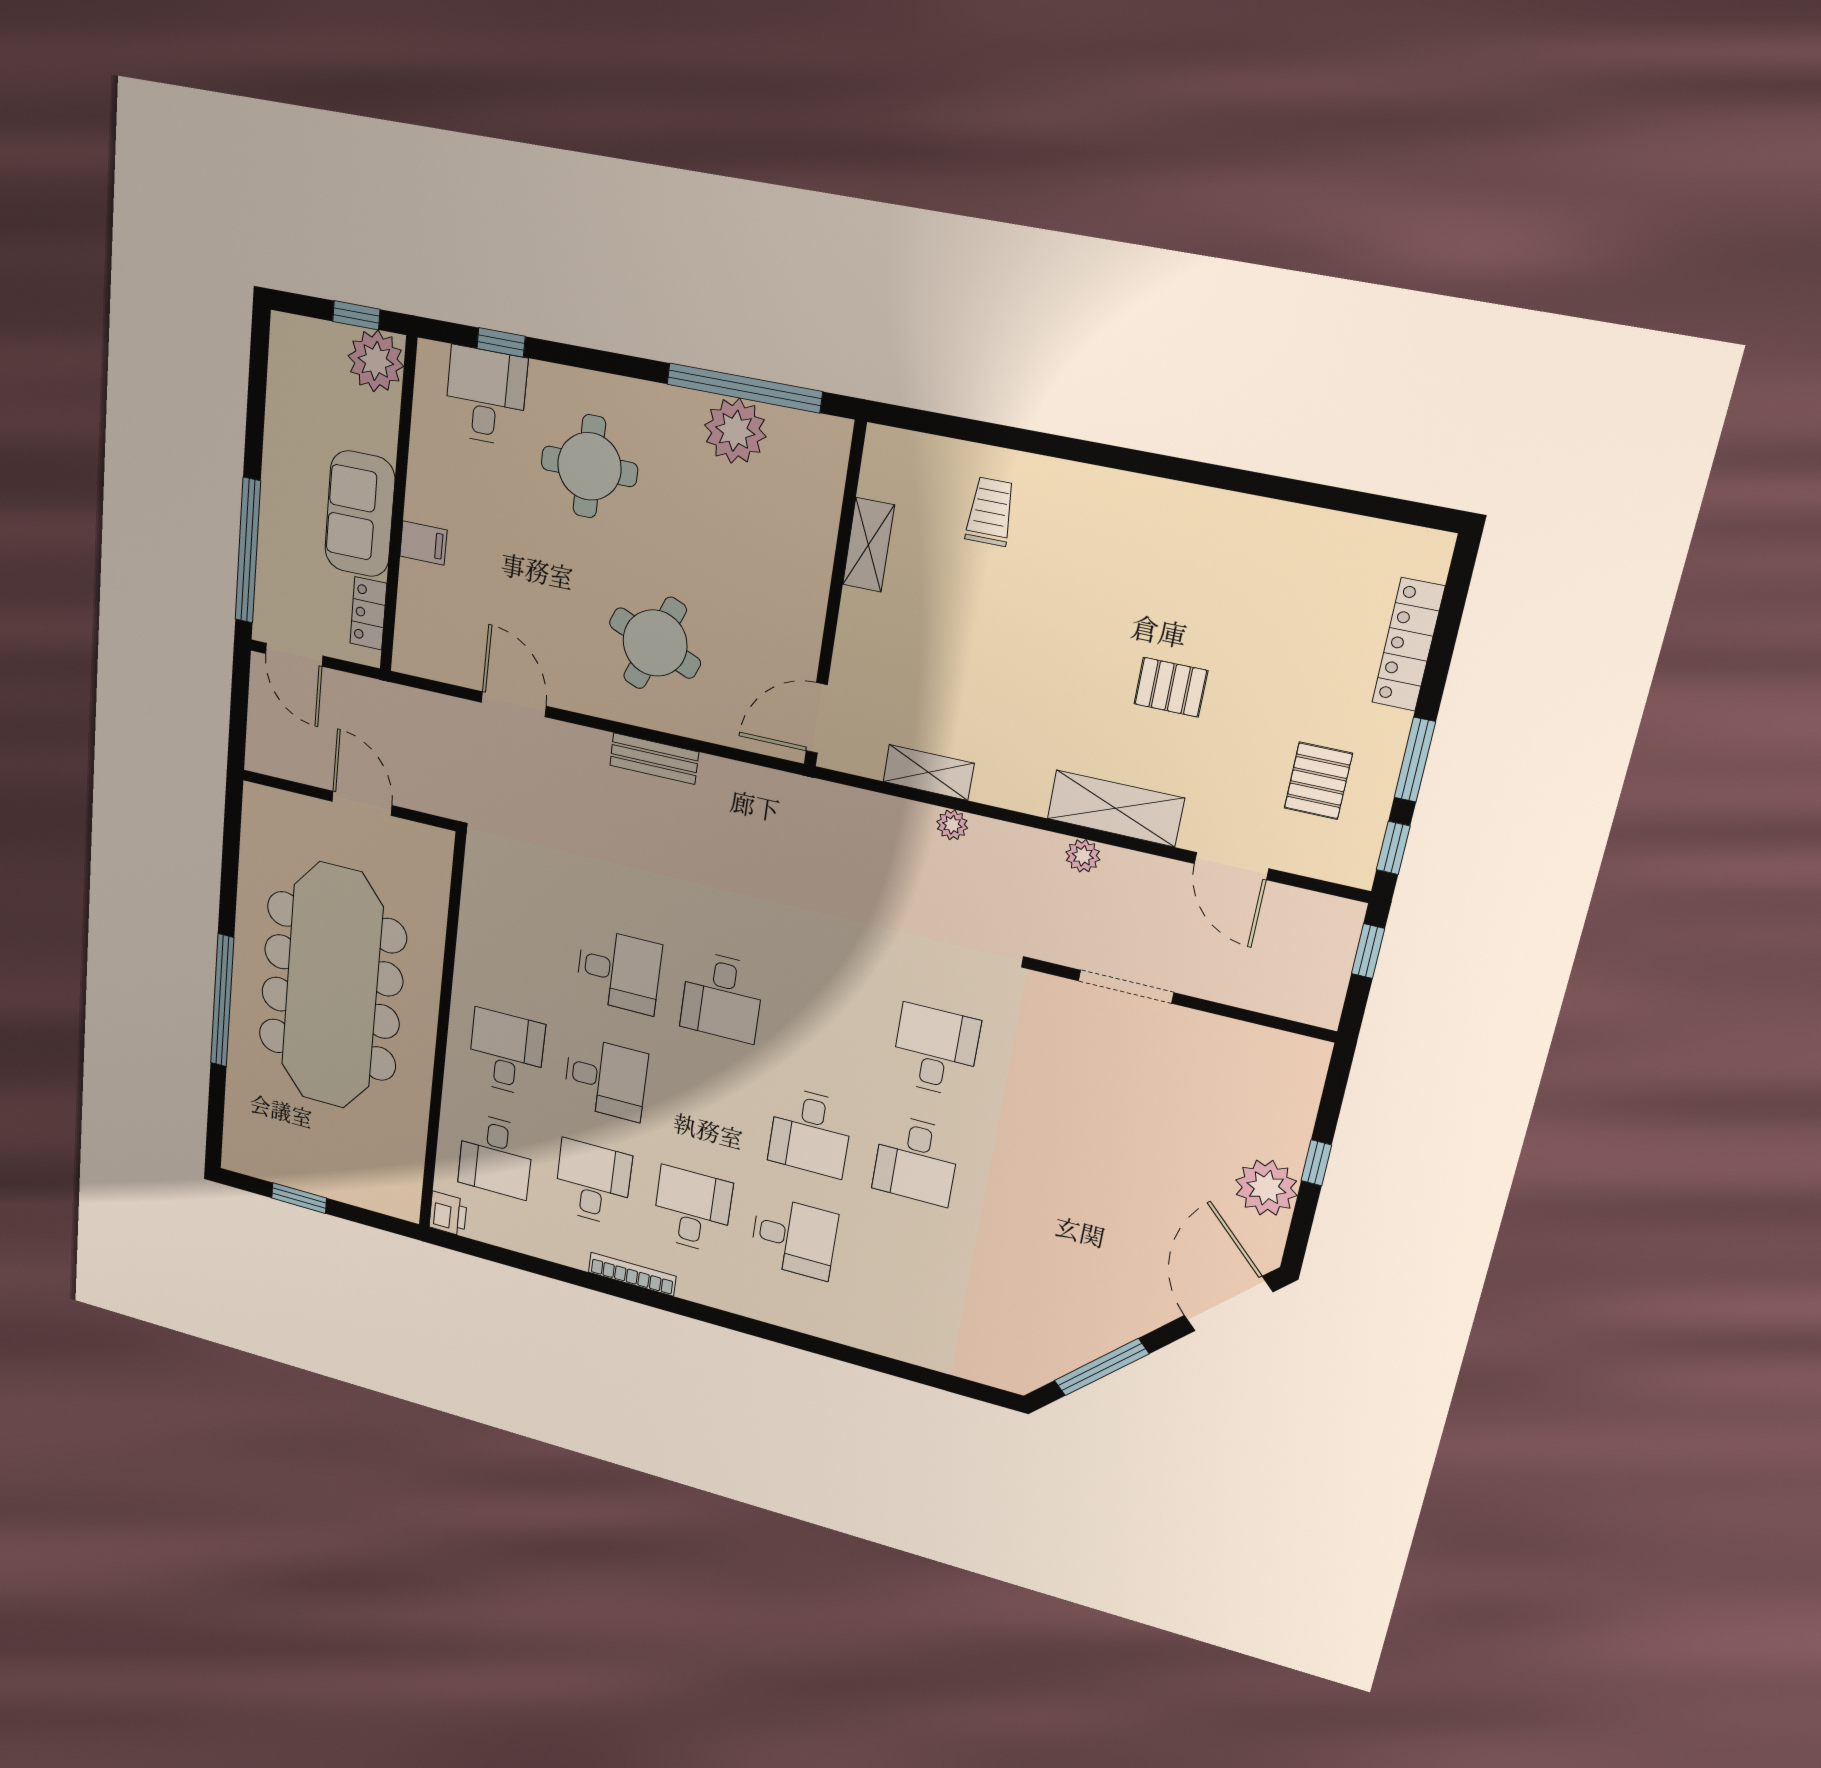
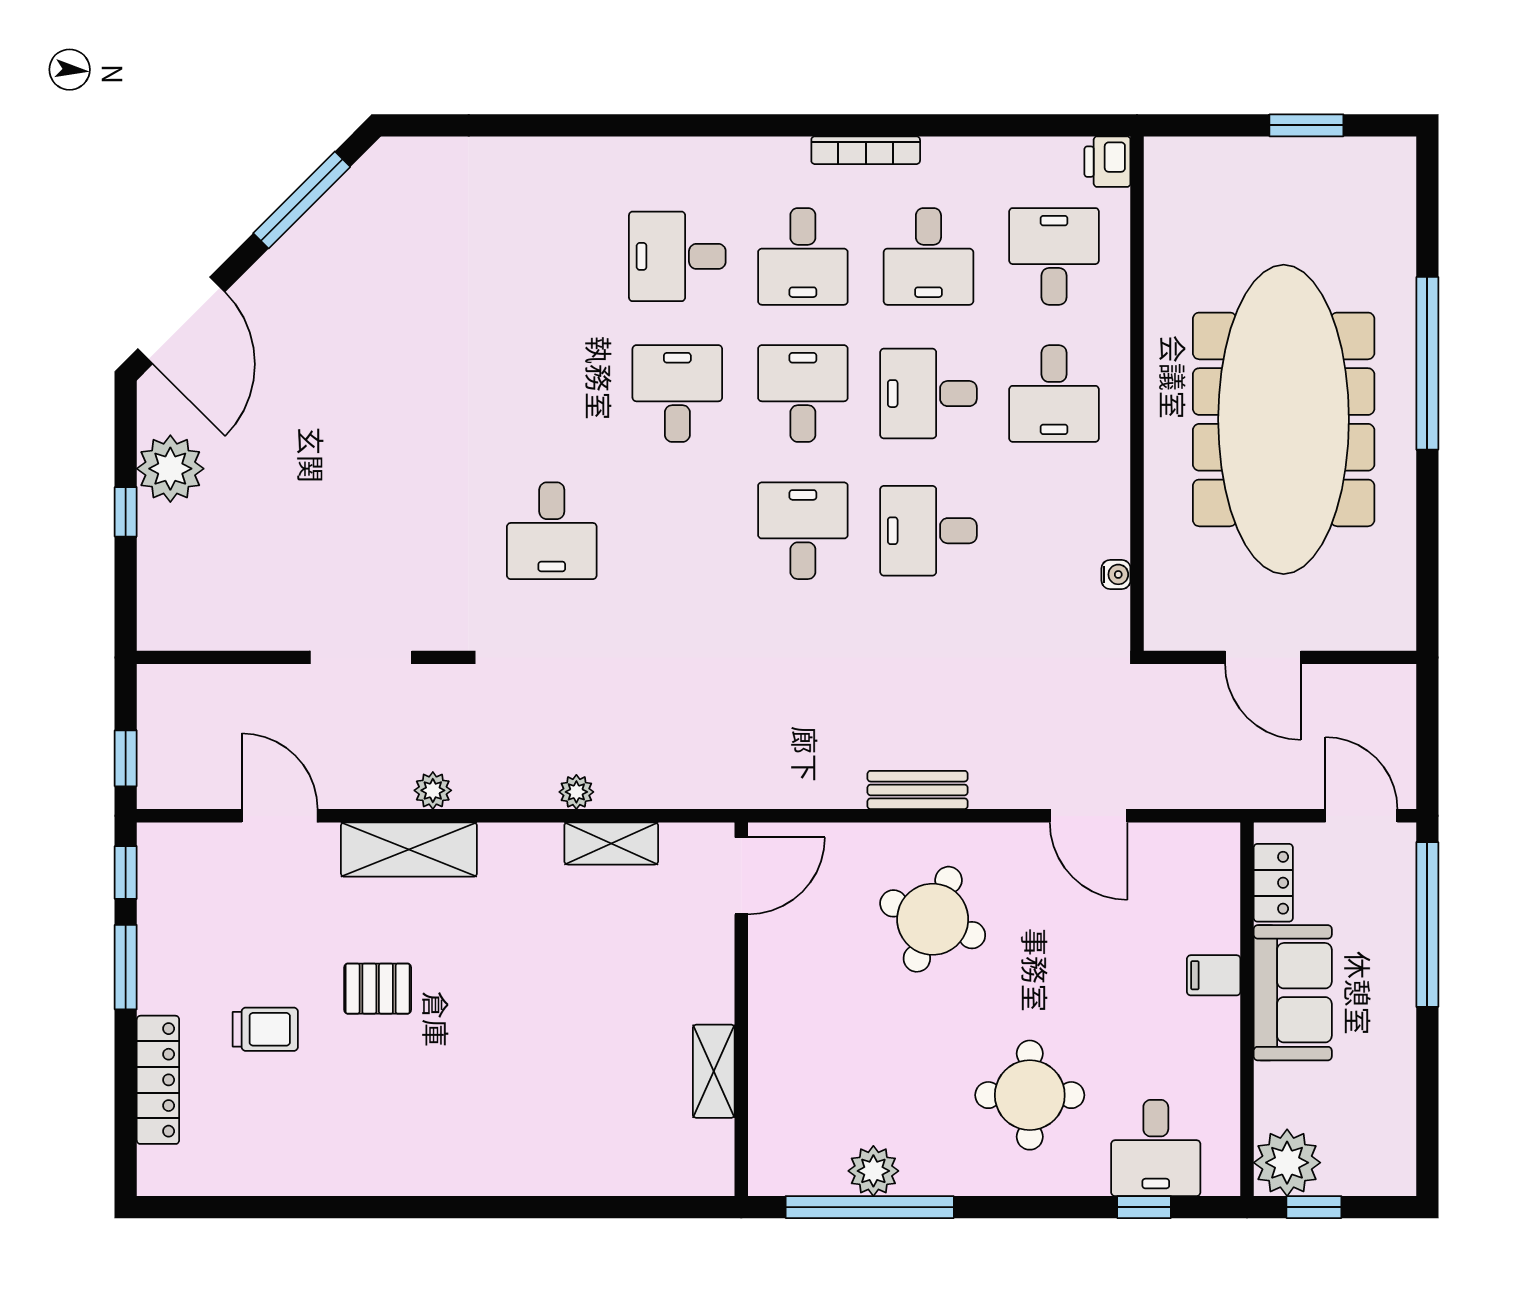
plant: (735, 431) -> (873, 1171), width x0.73, depth x0.73
trolley: (990, 512) -> (265, 1029), moved, turned -90
pallet: (1318, 781) -> (213, 925), removed
water cooler: (472, 898) -> (1116, 574), added
desk: (916, 1160) -> (803, 394), moved

